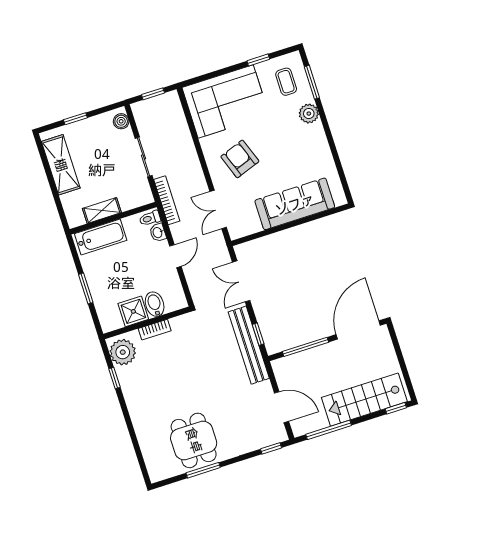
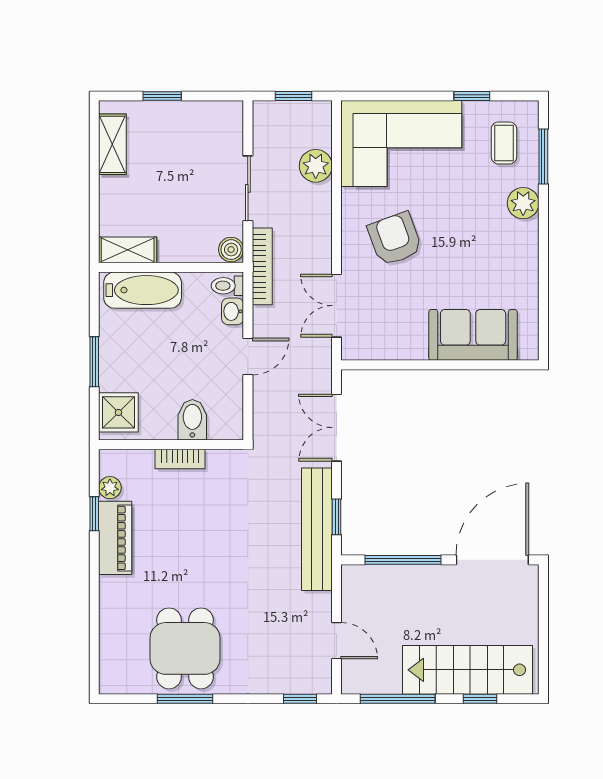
boiler: (121, 121) -> (231, 250), moved
plant: (179, 131) -> (316, 166), added
shelving: (61, 165) -> (112, 144), width x0.67, depth x0.75
sofa: (295, 204) -> (473, 335), width x0.73
shelving: (102, 210) -> (128, 250), moved
shower: (133, 311) -> (118, 412), moved
plant: (123, 352) -> (110, 488), width x0.53, depth x0.53
piano: (131, 388) -> (115, 538), added
door: (282, 407) -> (337, 641), width x0.73
window: (396, 408) -> (480, 699), moved

